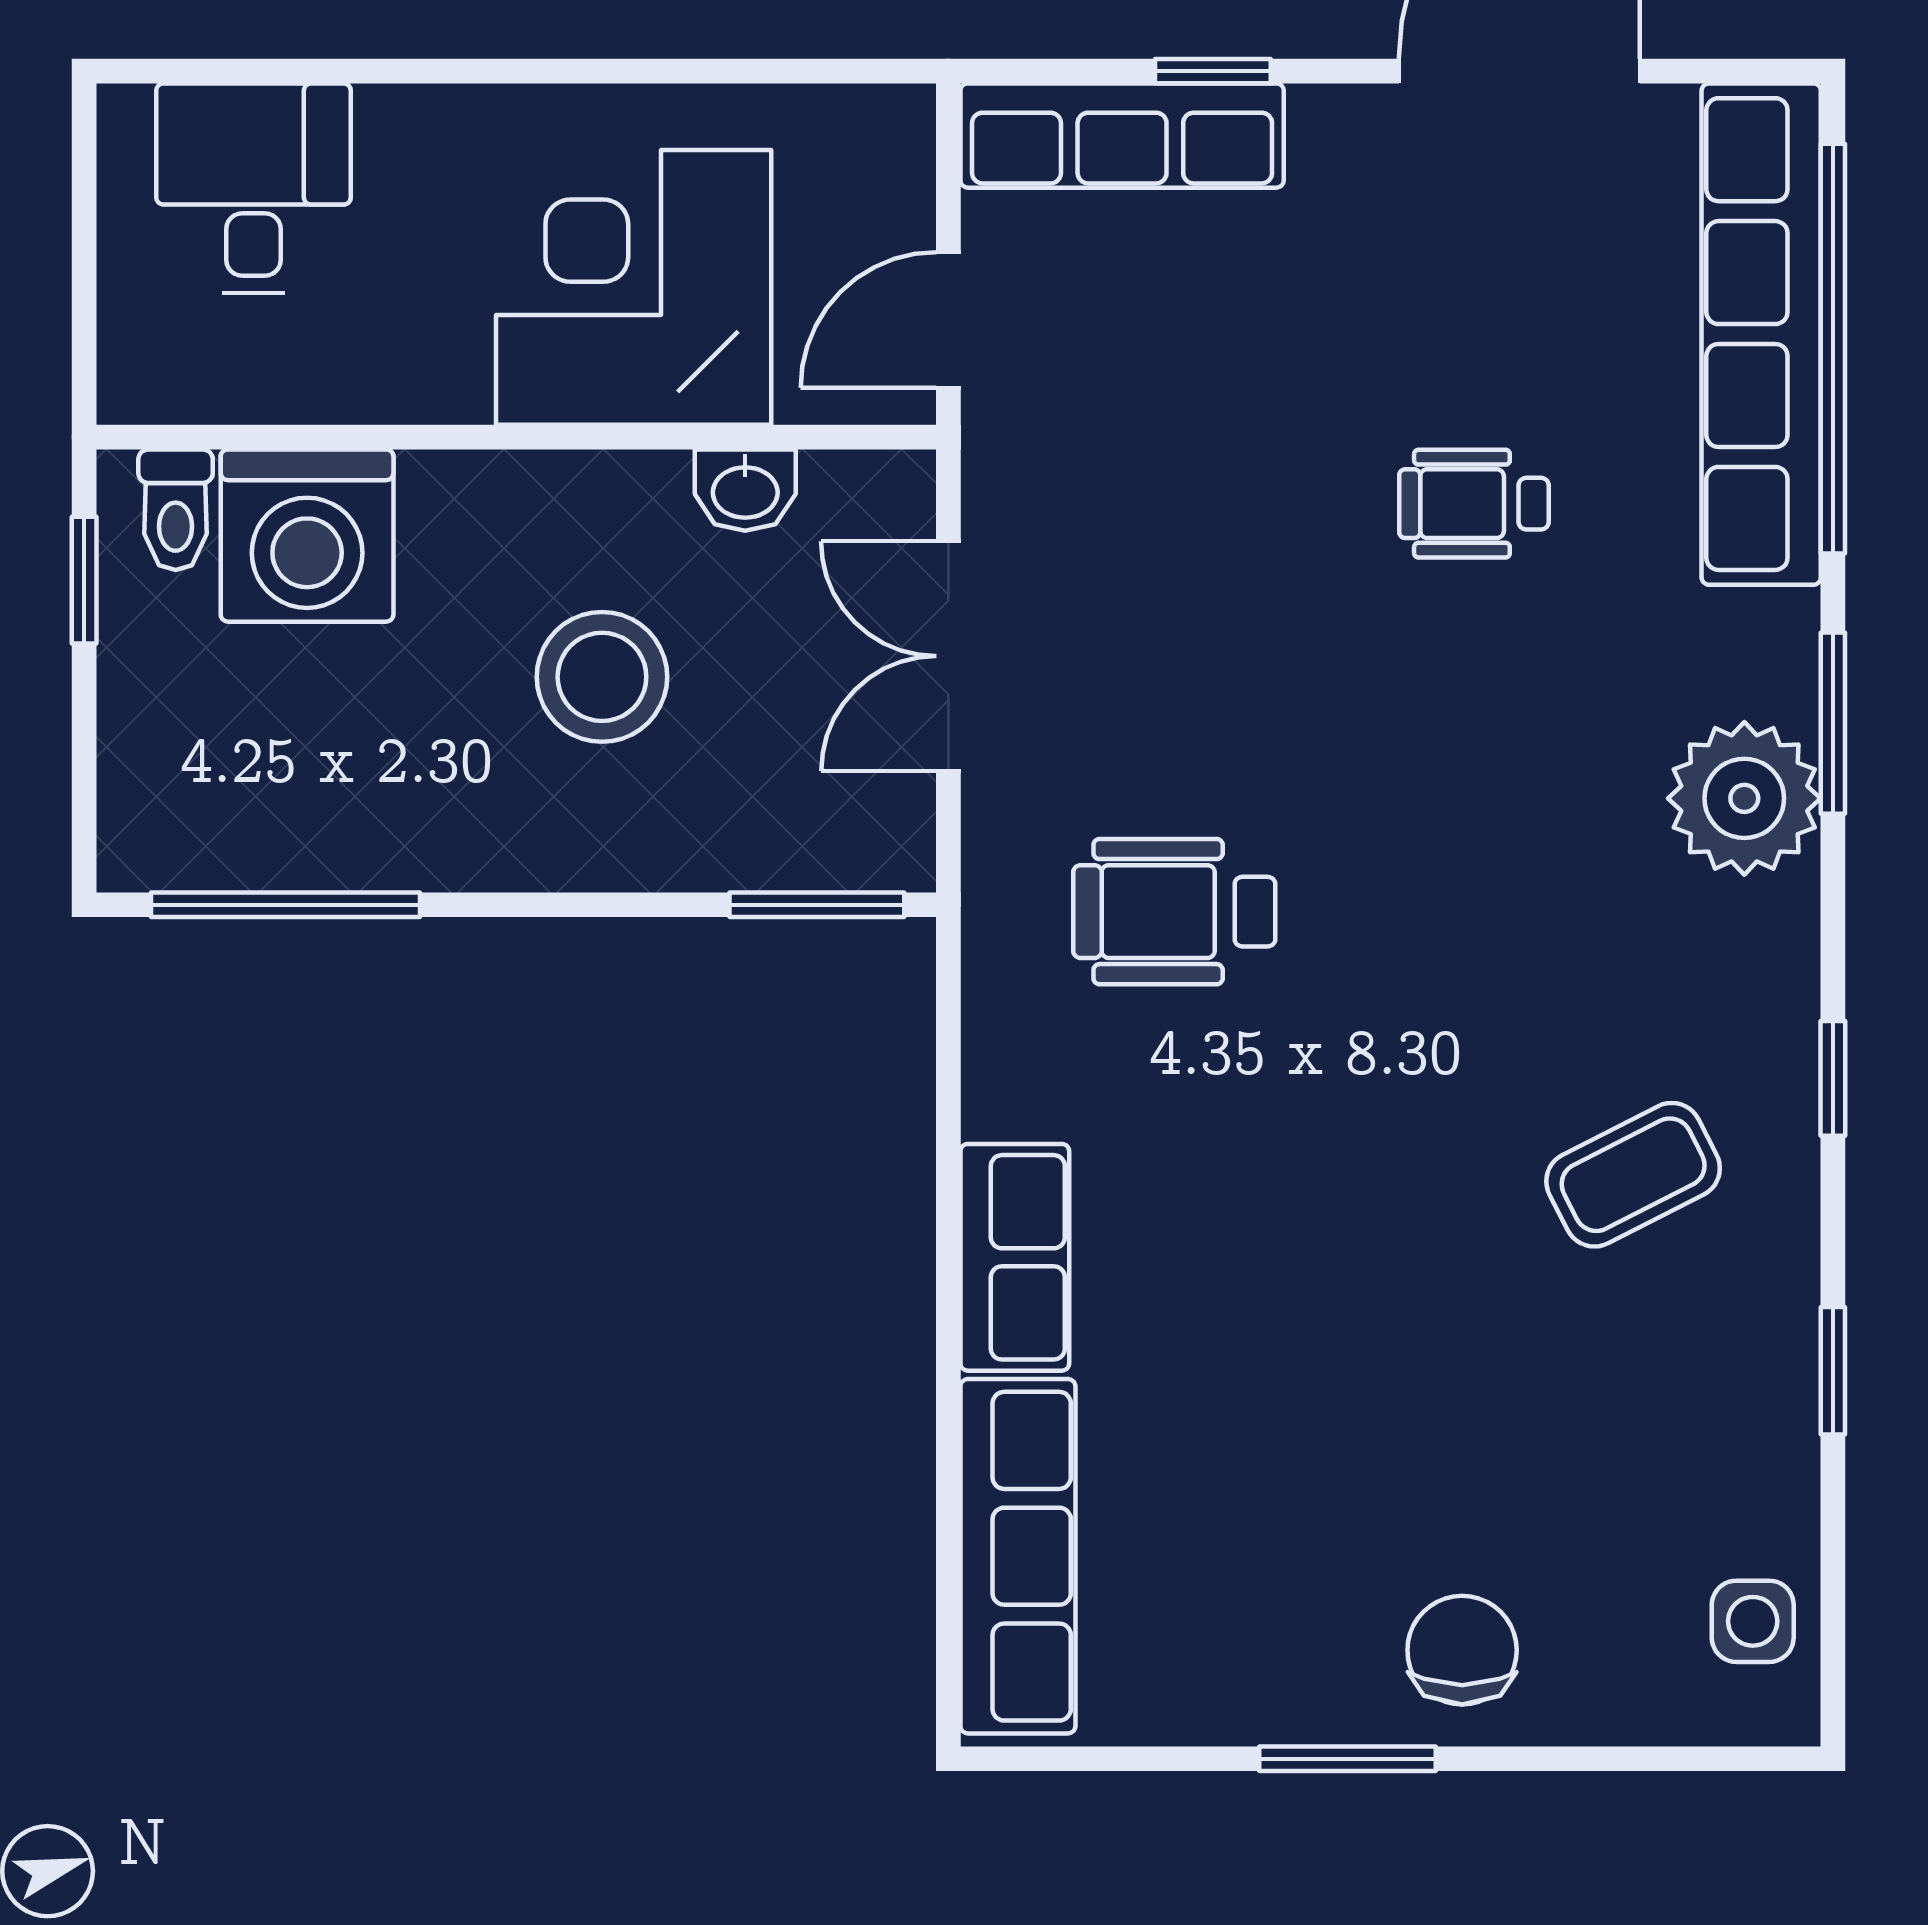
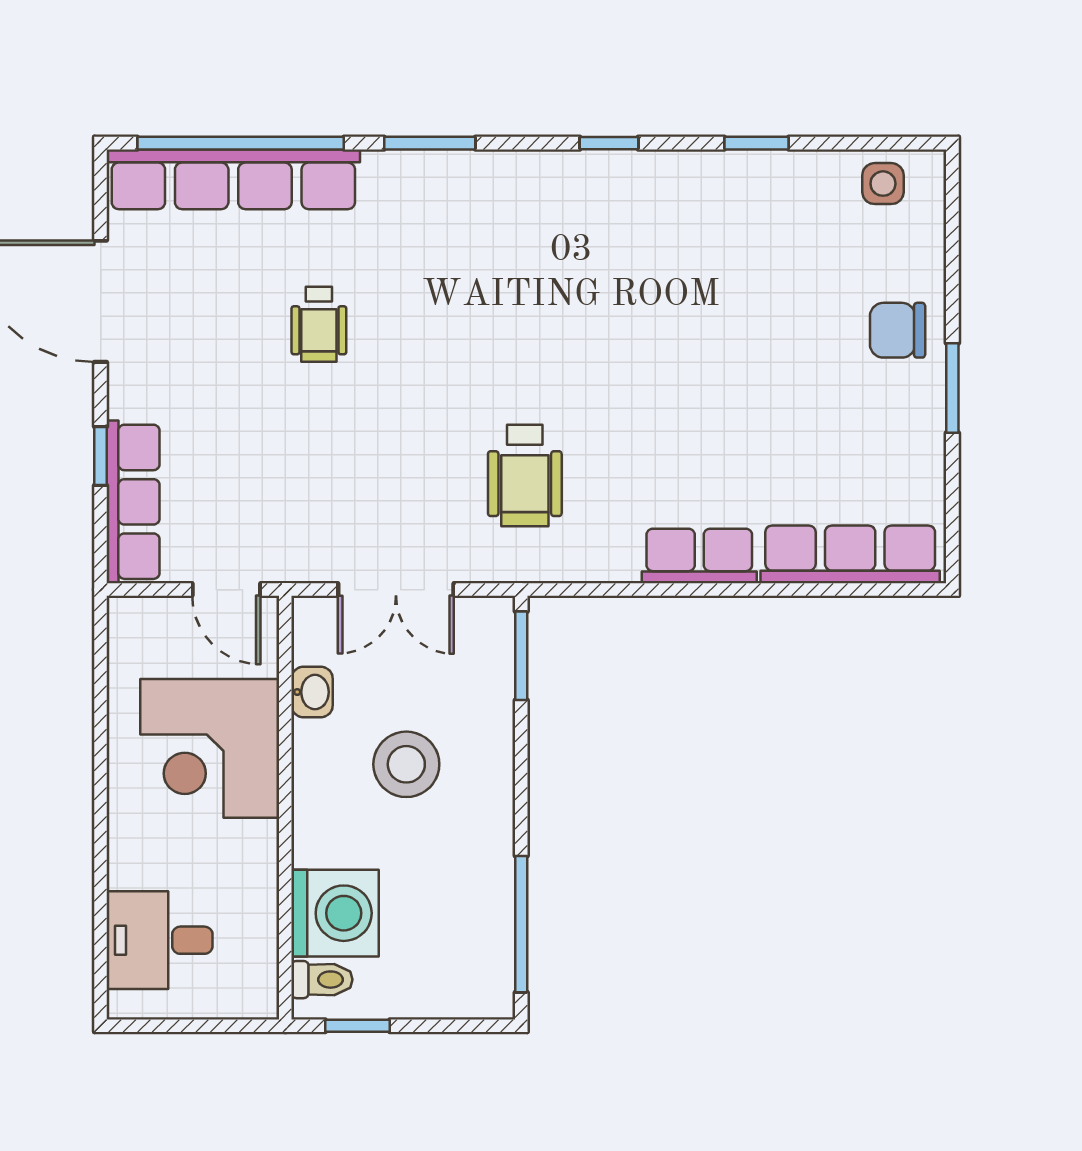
plant: (1744, 798) -> (468, 188), removed
coffee table: (1633, 1175) -> (658, 244), removed

